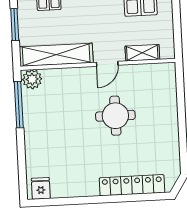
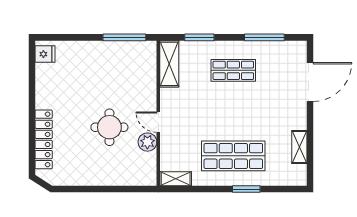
shelving: (142, 53) -> (176, 179), moved, turned 90
shelving: (56, 55) -> (169, 64), width x0.68
plant: (32, 79) -> (147, 142), moved

